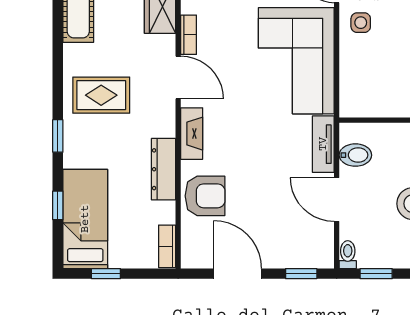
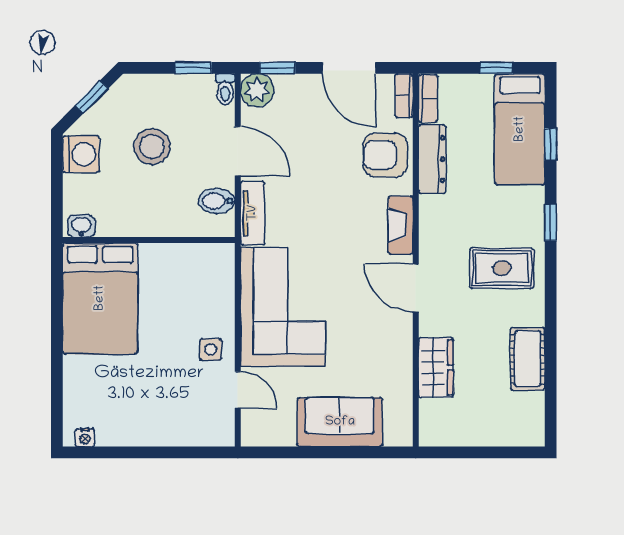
bookcase: (189, 35) -> (404, 96), moved
dresser: (163, 169) -> (432, 159), moved
plant: (319, 254) -> (257, 90), added

